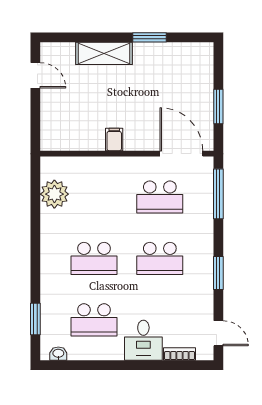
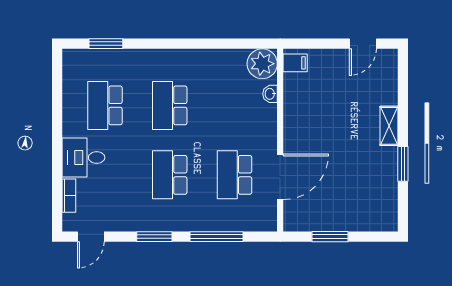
shelving: (104, 53) -> (389, 126), width x0.67, depth x0.75
filing cabinet: (114, 139) -> (295, 63), moved
door: (181, 154) -> (280, 177), moved
plant: (54, 194) -> (262, 64), moved
window: (218, 194) -> (217, 237), moved
washbasin: (58, 354) -> (270, 94), moved, turned 180

